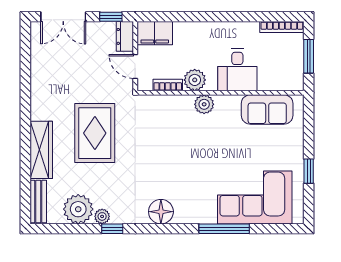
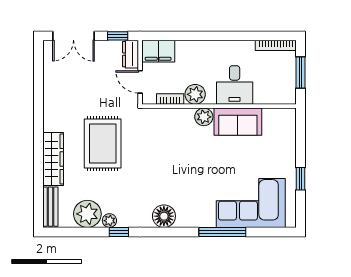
sofa: (267, 109) -> (238, 122), moved

